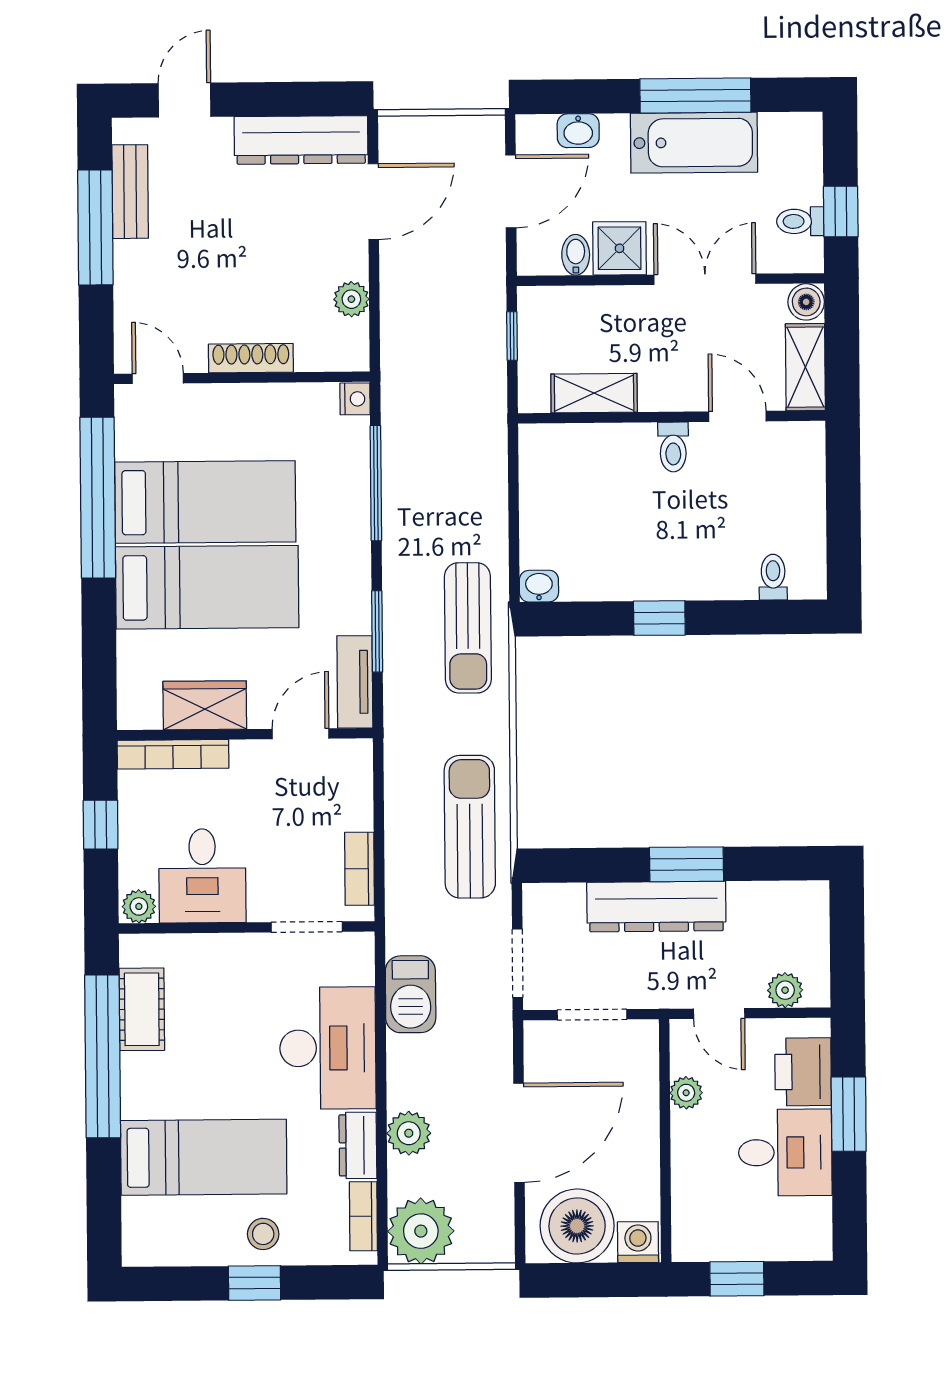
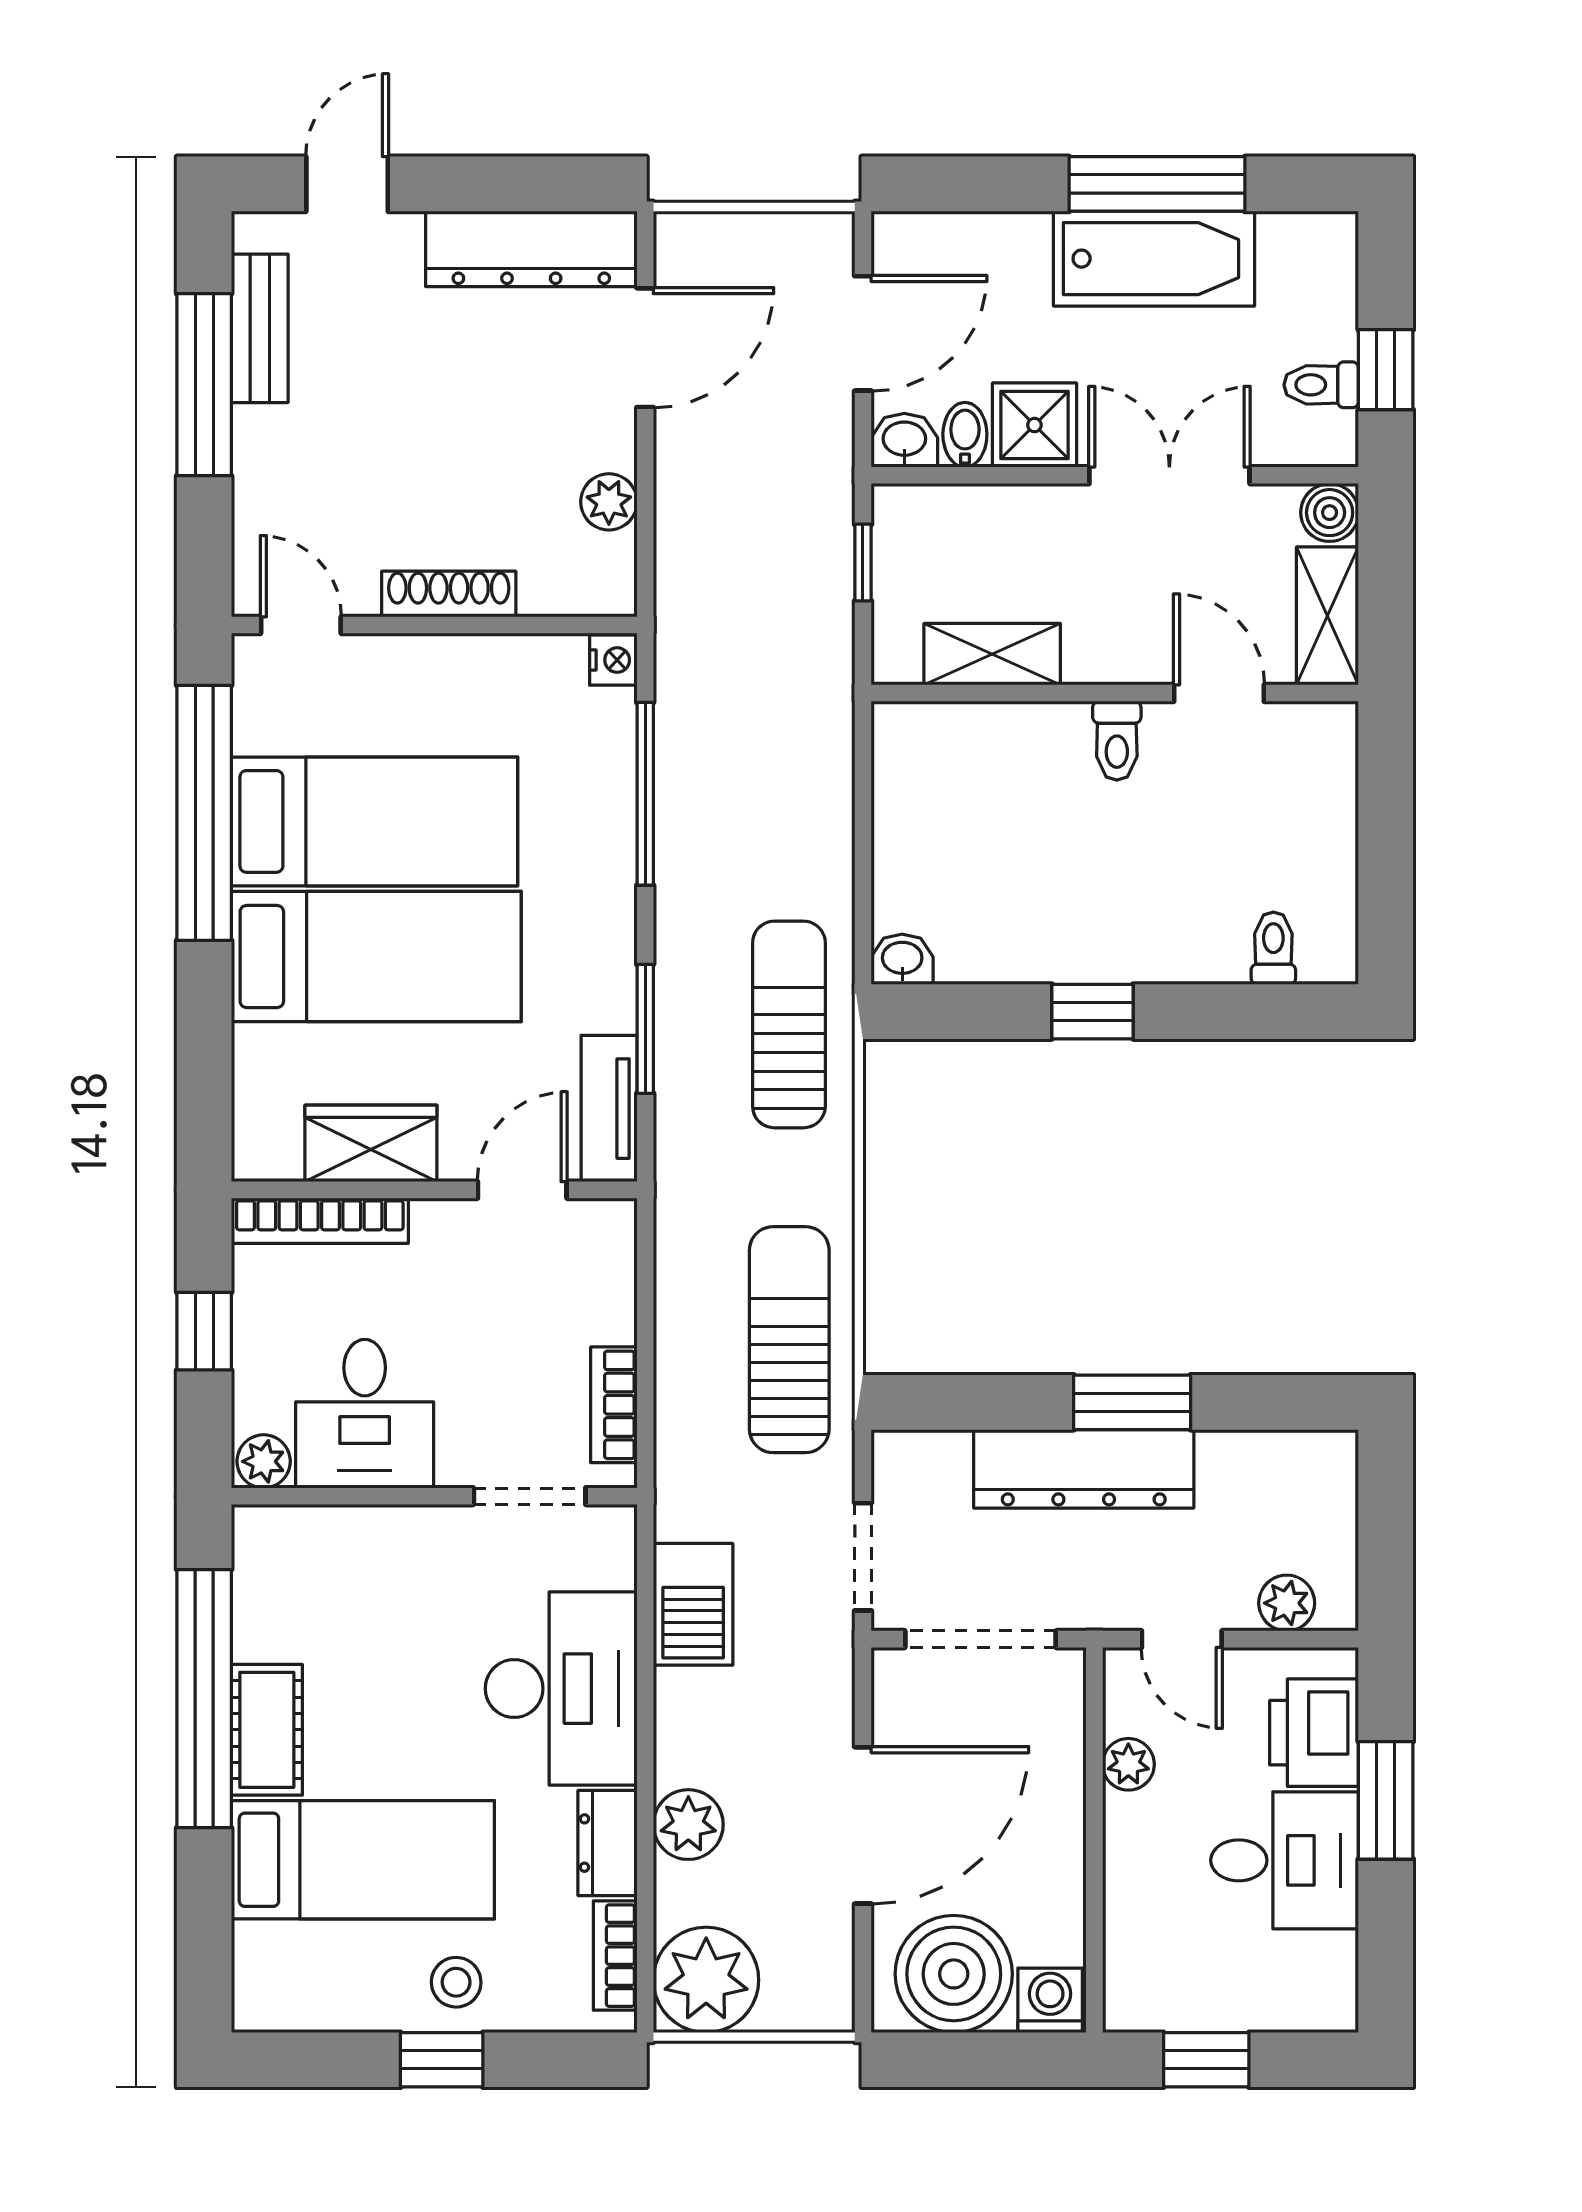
washbasin: (578, 131) -> (904, 440), moved, turned 180
sun lounger: (468, 628) -> (789, 1024), turned 180
cot: (142, 1009) -> (267, 1730), moved
doorway: (592, 1015) -> (980, 1639), width x1.38

